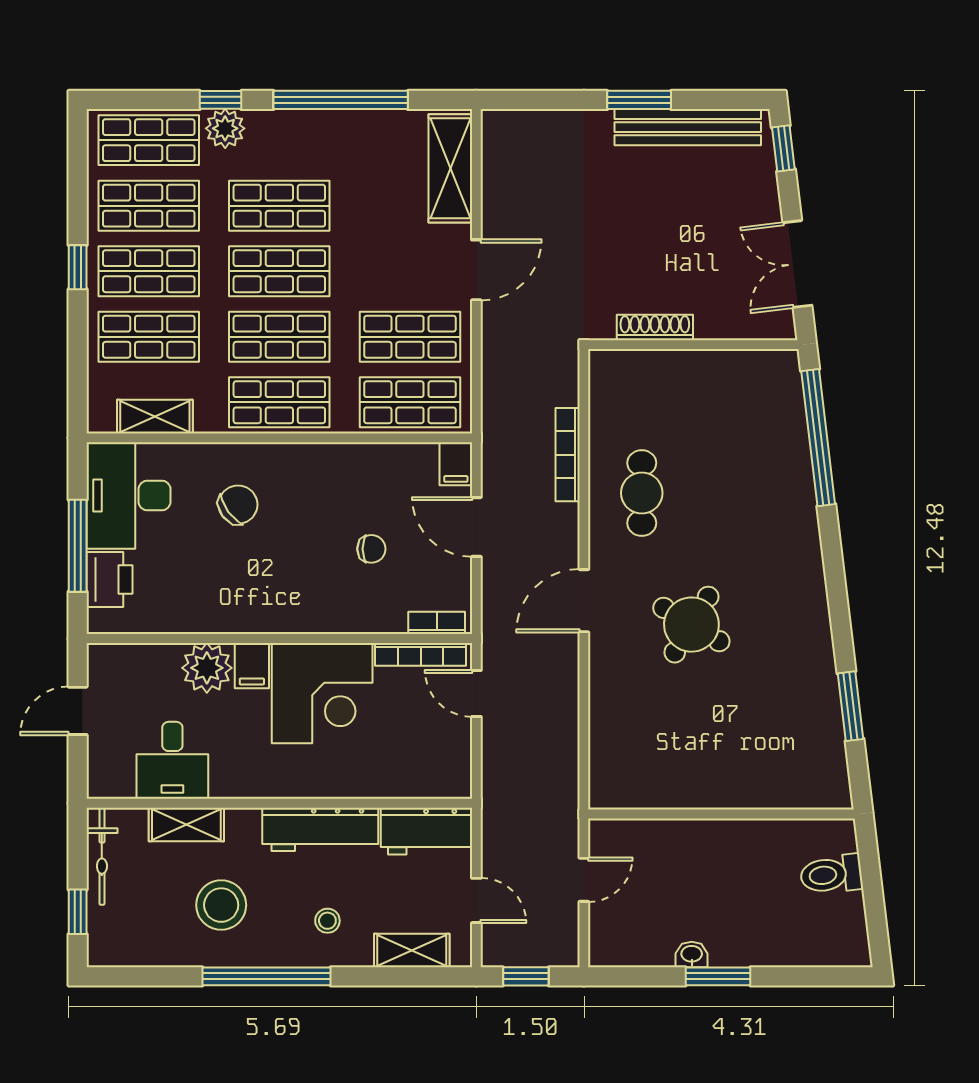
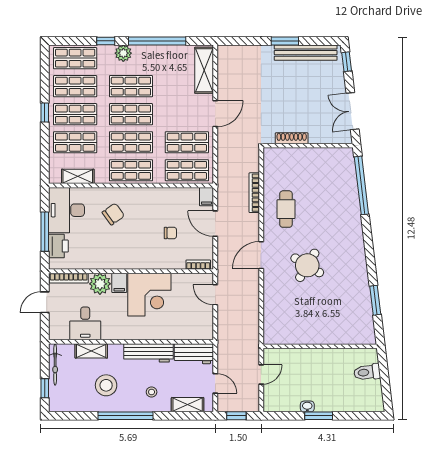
plant: (225, 128) -> (123, 53), moved
bookcase: (421, 654) -> (69, 278), moved

